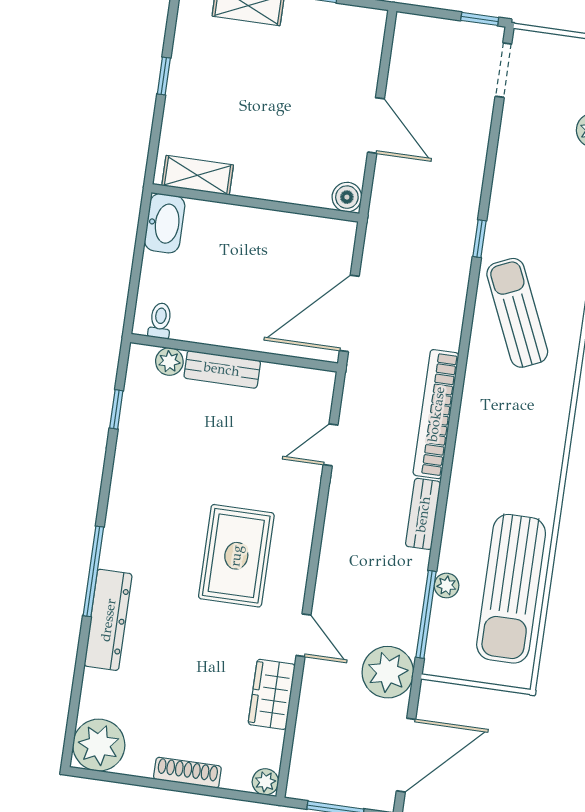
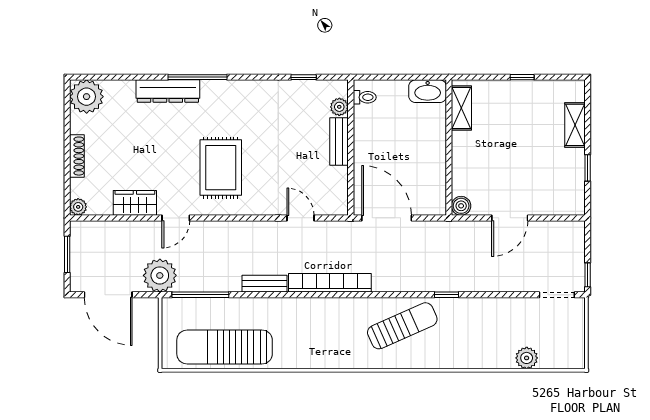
rug: (236, 556) -> (221, 168), turned 90
plant: (447, 586) -> (221, 305), removed

